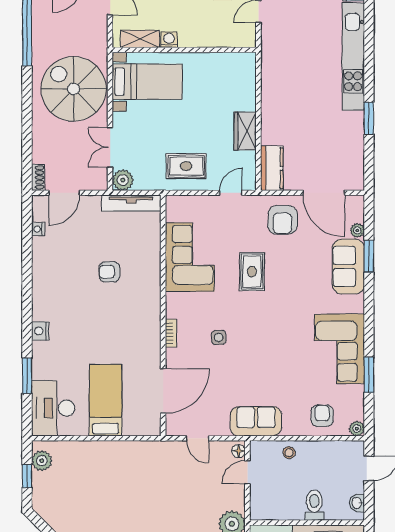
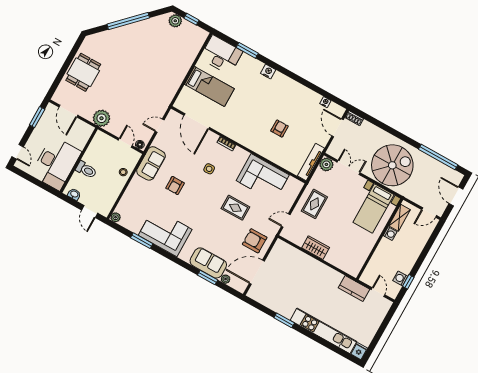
kitchen counter: (272, 168) -> (354, 288), moved
door: (231, 193) -> (286, 220), swing flipped
armchair: (322, 416) -> (175, 186), moved, turned 90
plant: (42, 461) -> (175, 21), moved

